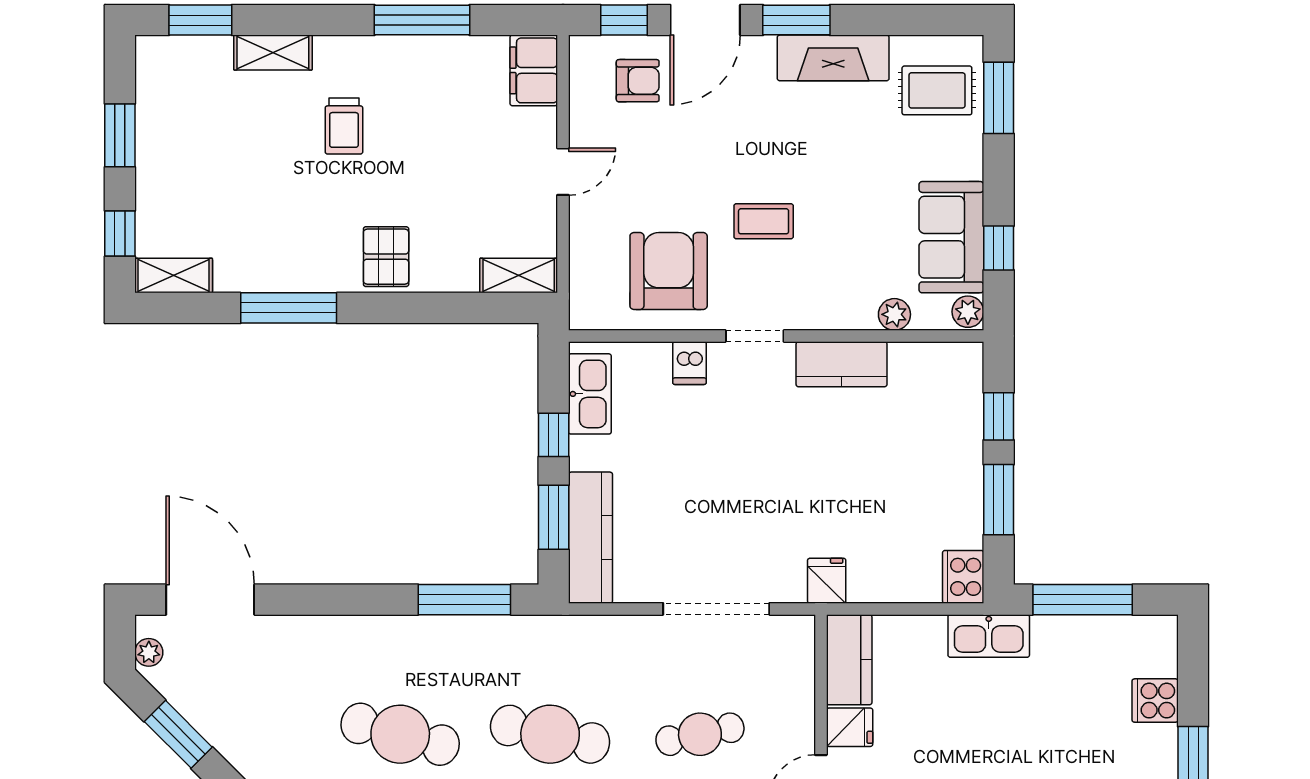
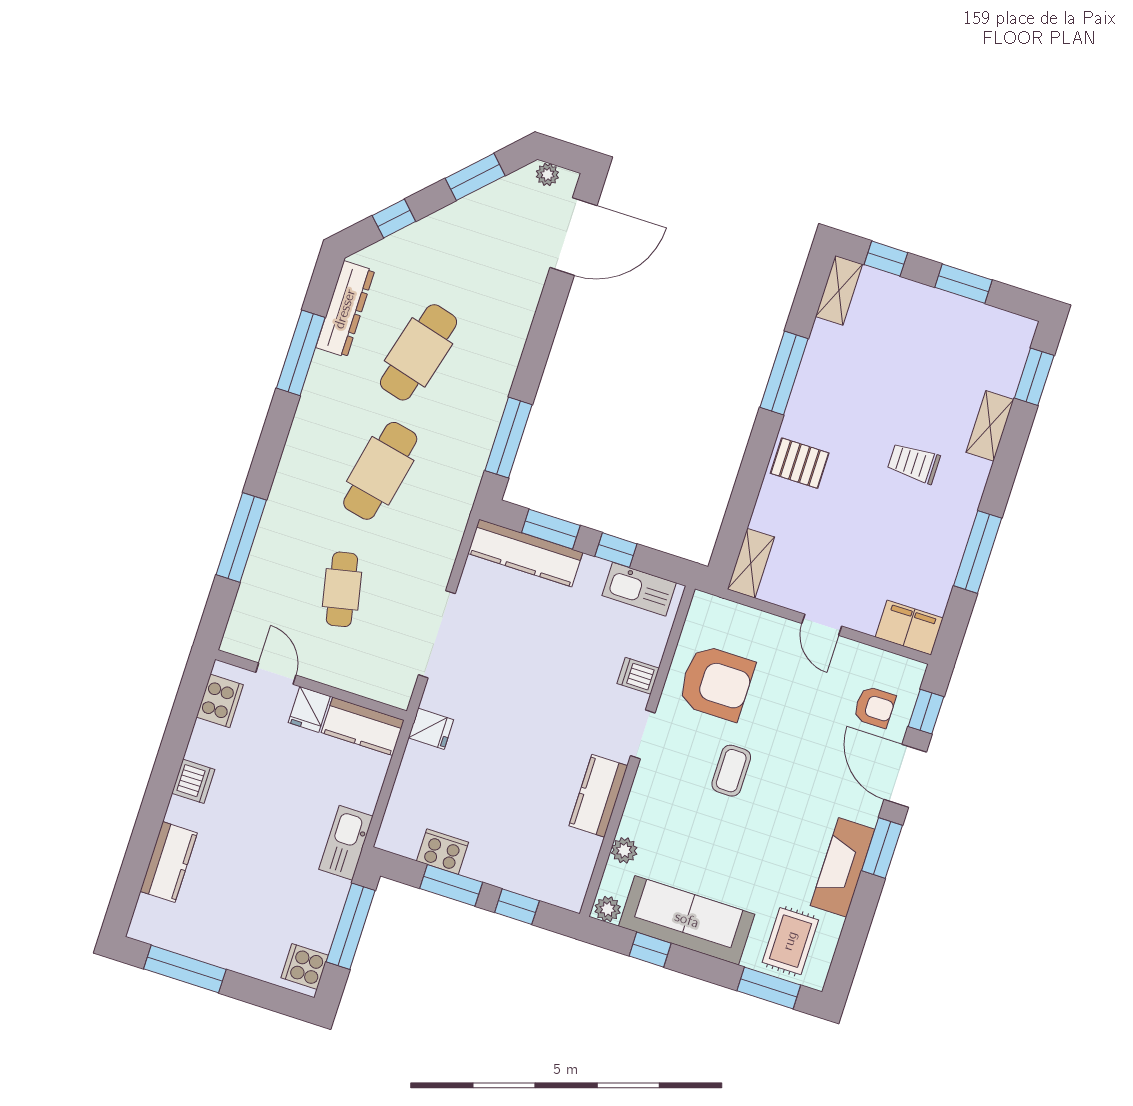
armchair: (638, 81) -> (875, 707), turned -90
sofa: (951, 237) -> (687, 920), width x1.36
cooker: (963, 577) -> (442, 852), moved
cooker: (1155, 701) -> (305, 967), moved, turned -90

